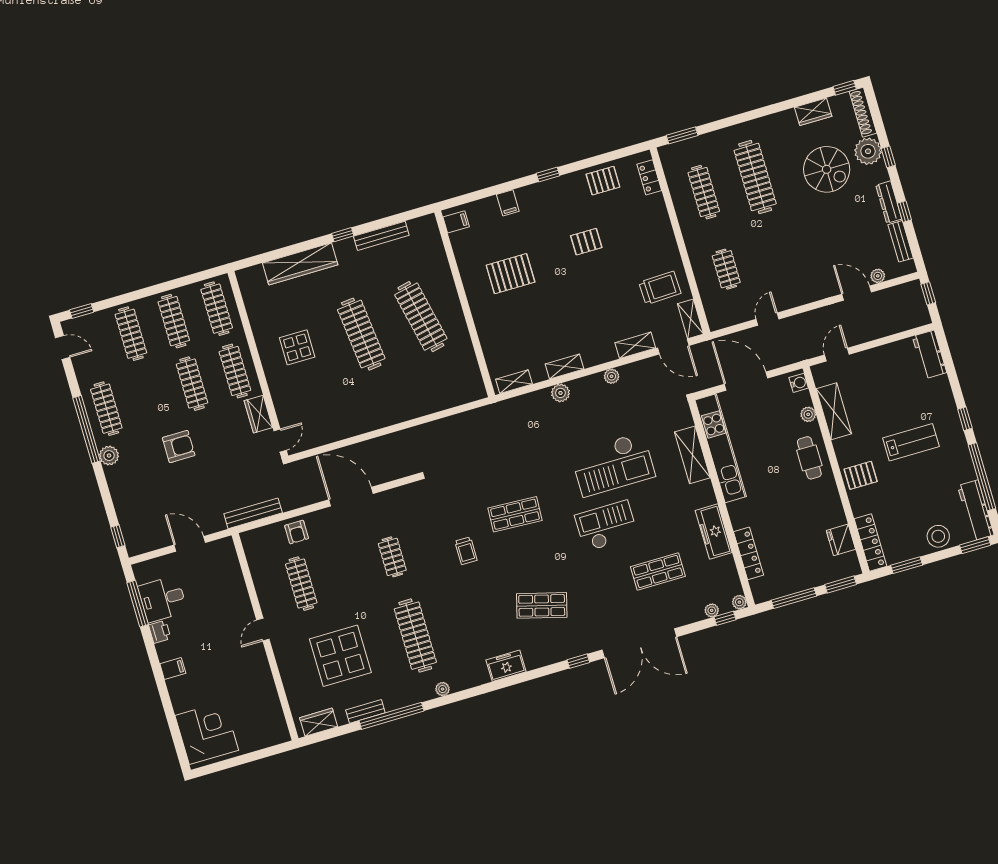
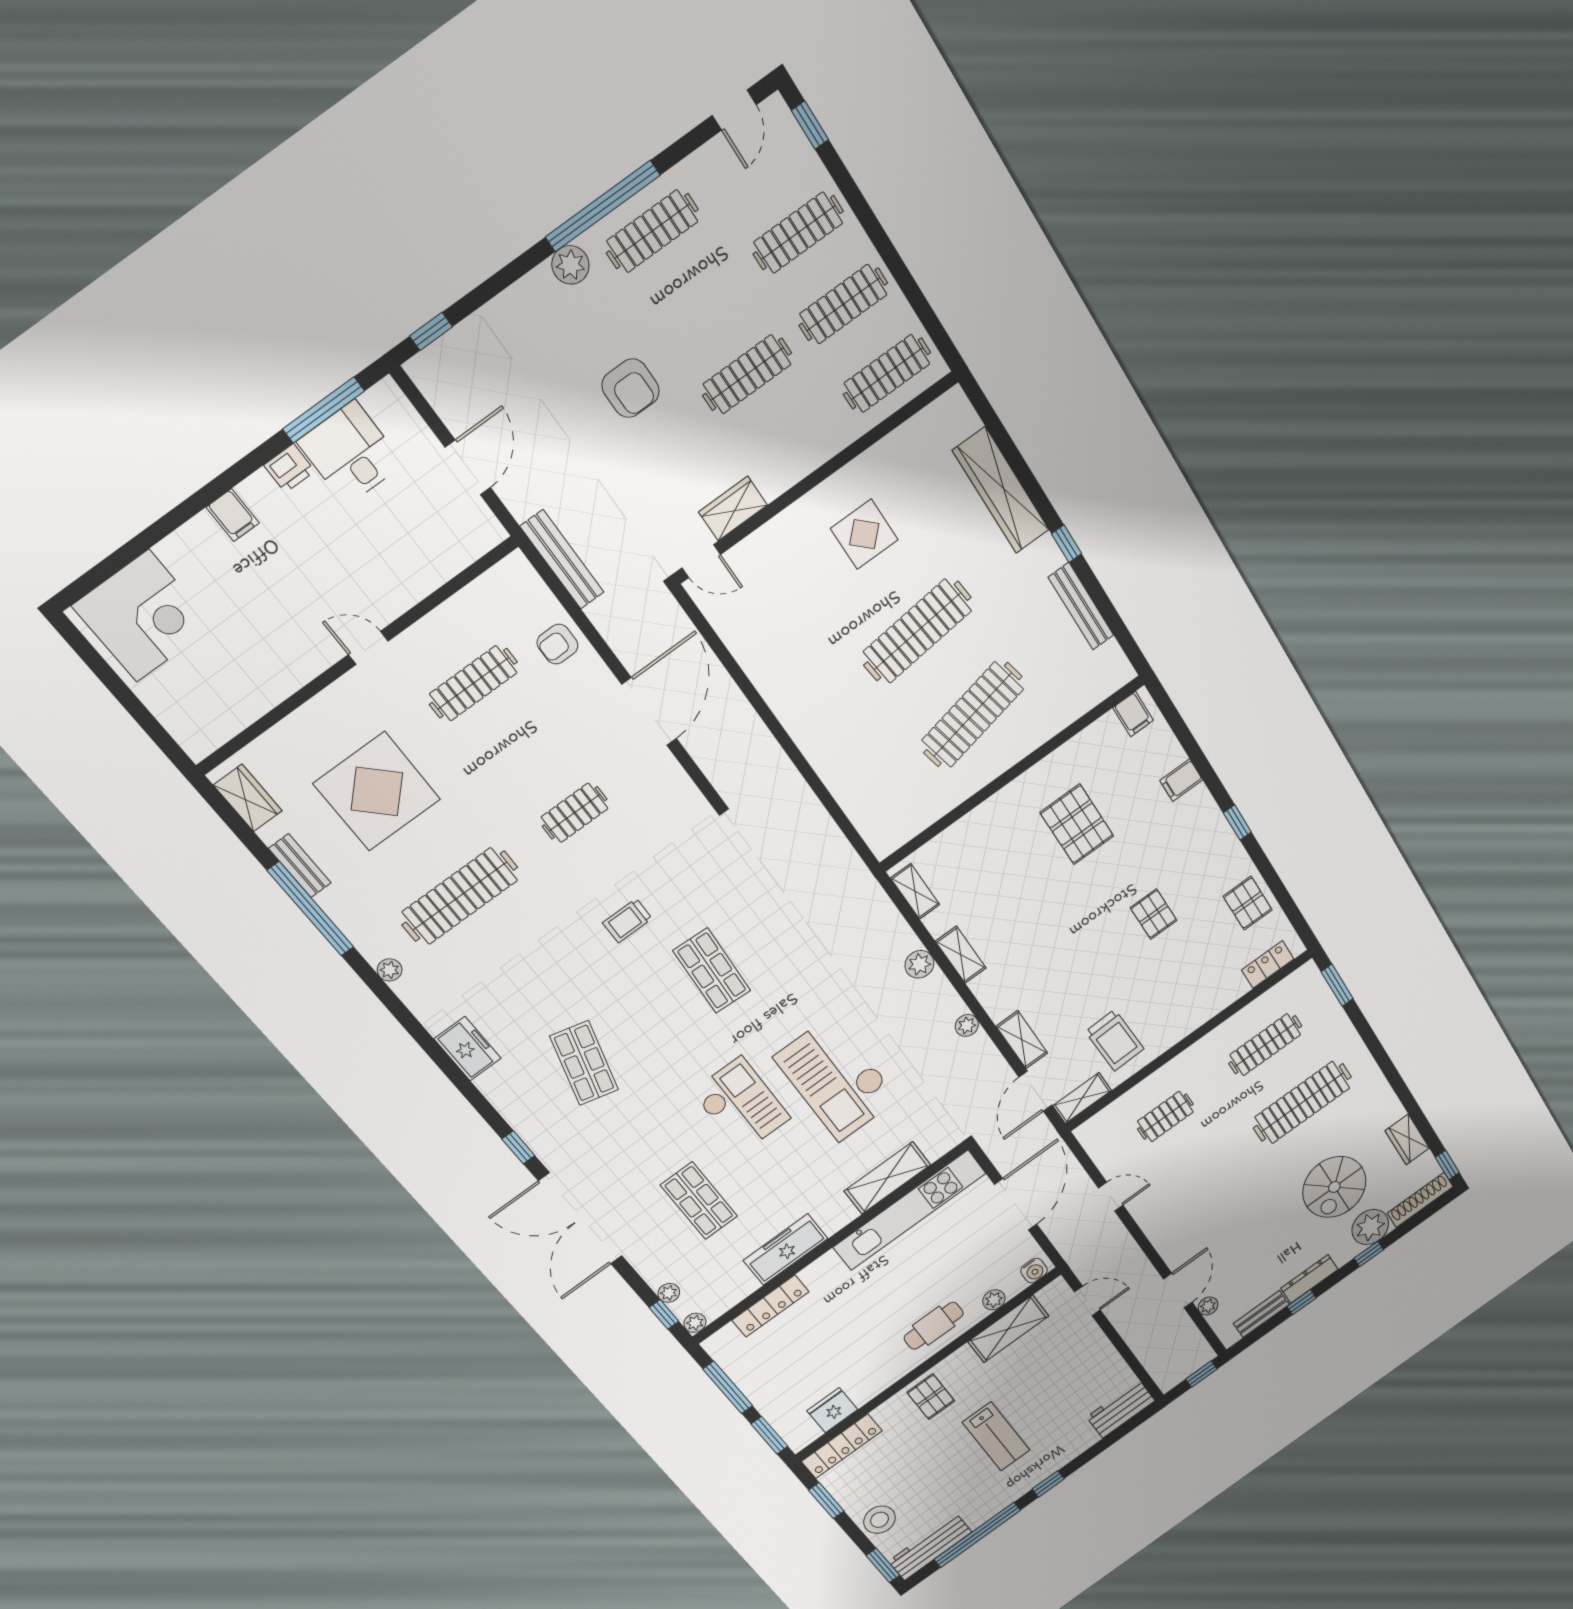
clothes rail: (235, 371) -> (792, 442), removed

